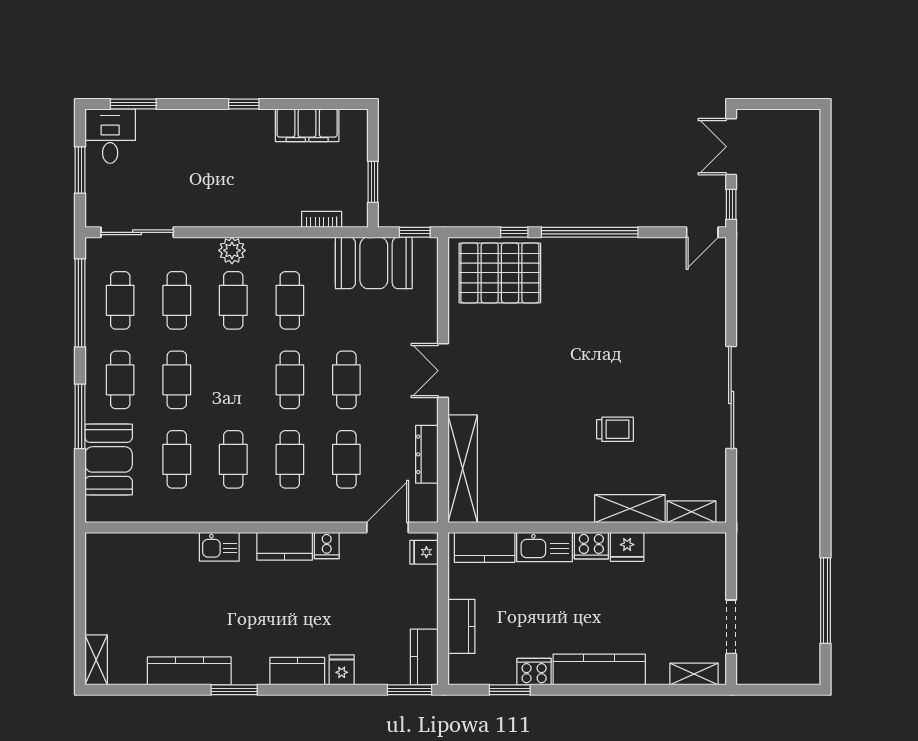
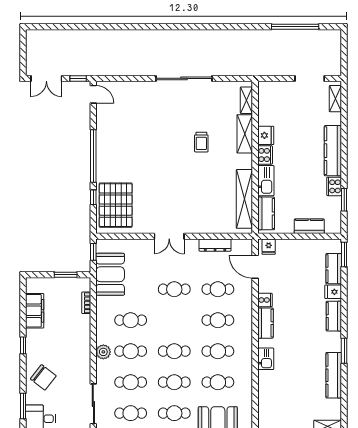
chair: (186, 141) -> (43, 377), added
cafe table: (290, 380) -> (174, 351), moved
trolley: (615, 429) -> (201, 142), turned 180
shelving: (463, 469) -> (244, 199), moved, turned 90
kitchen counter: (424, 657) -> (334, 269), moved, turned 90

